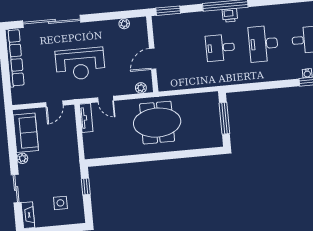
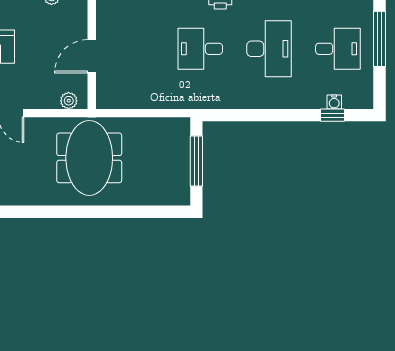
desk: (263, 44) -> (269, 49), turned 180
meeting table: (157, 123) -> (89, 158), turned 90

